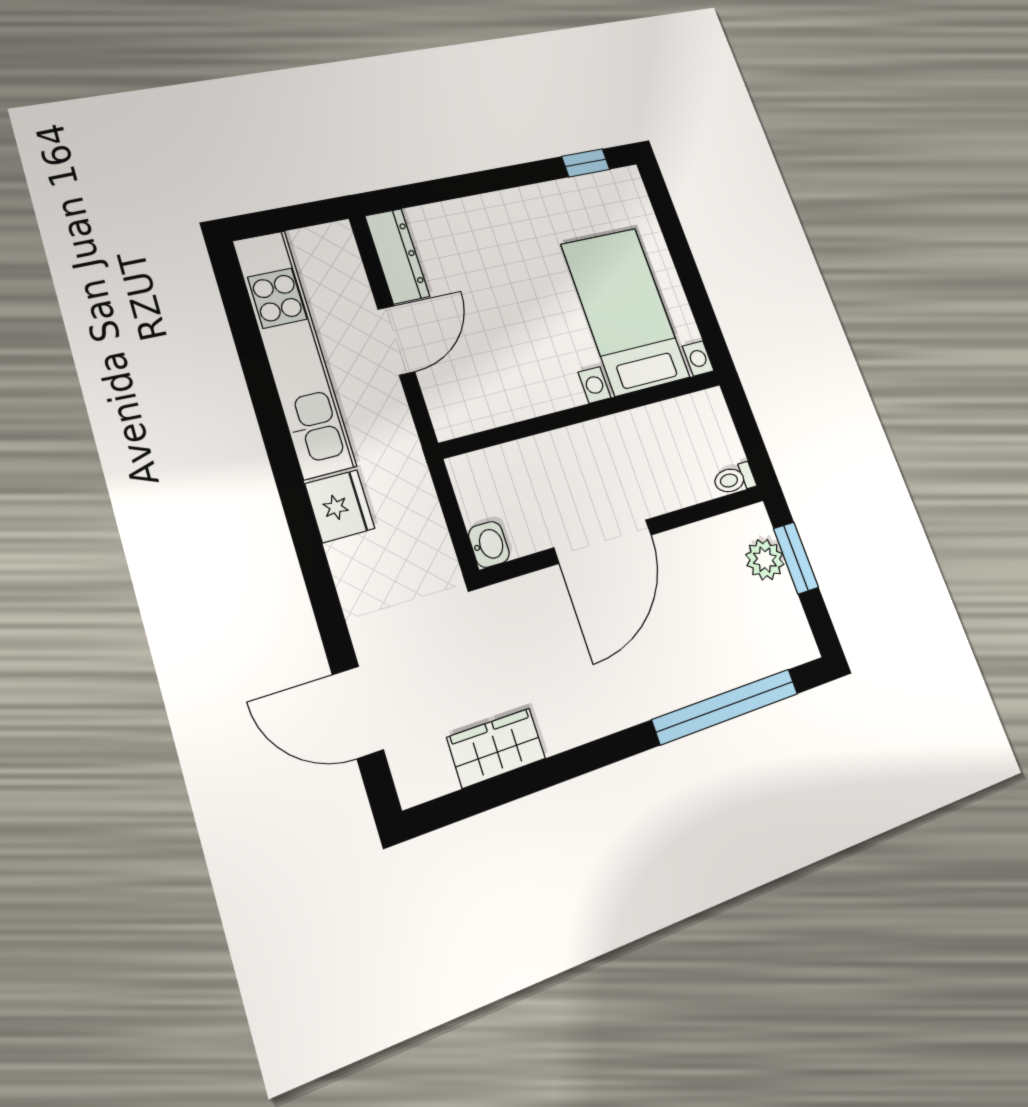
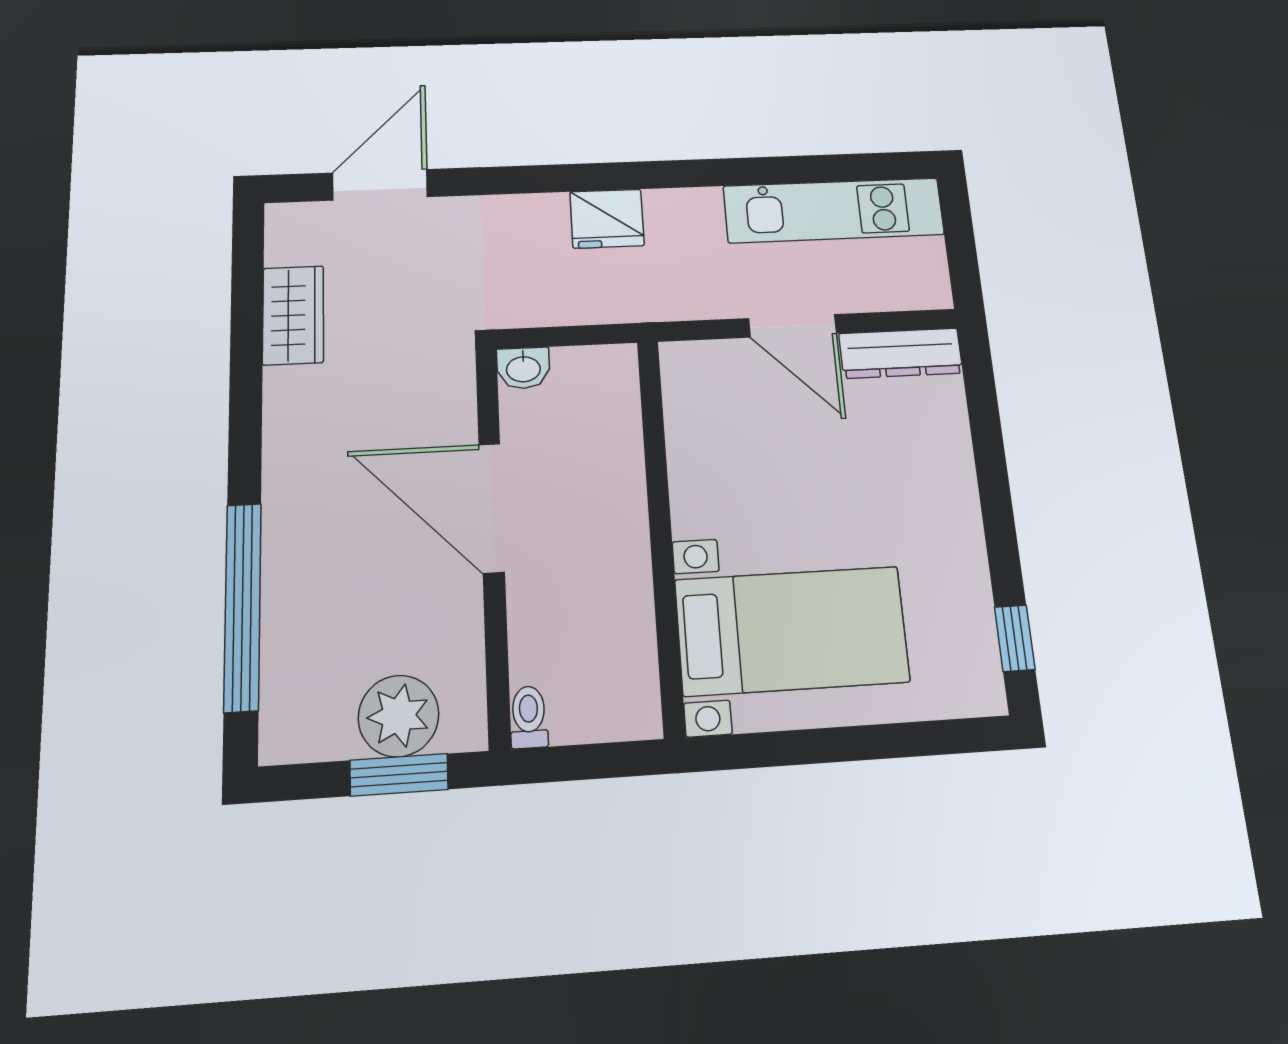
kitchen unit: (294, 352) -> (834, 210), width x0.73
plant: (765, 560) -> (399, 716), width x1.36, depth x1.36

